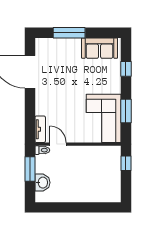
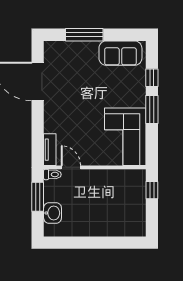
window: (126, 111) -> (152, 110), moved

